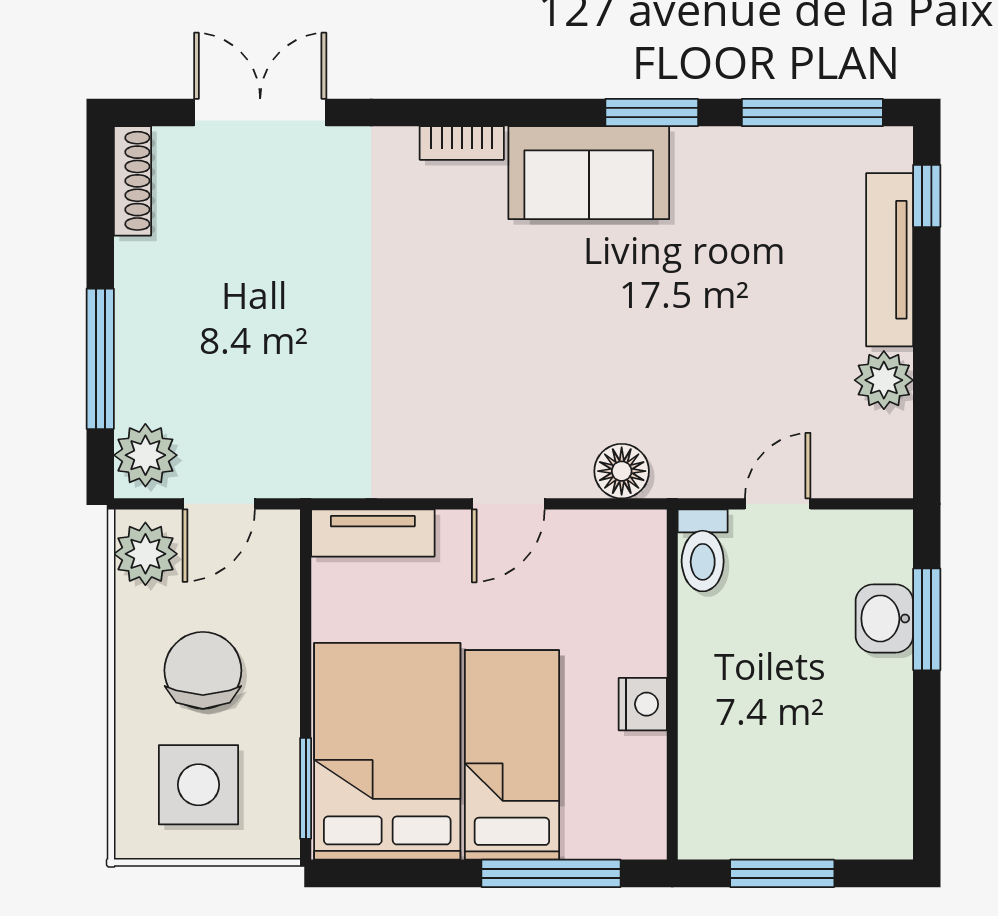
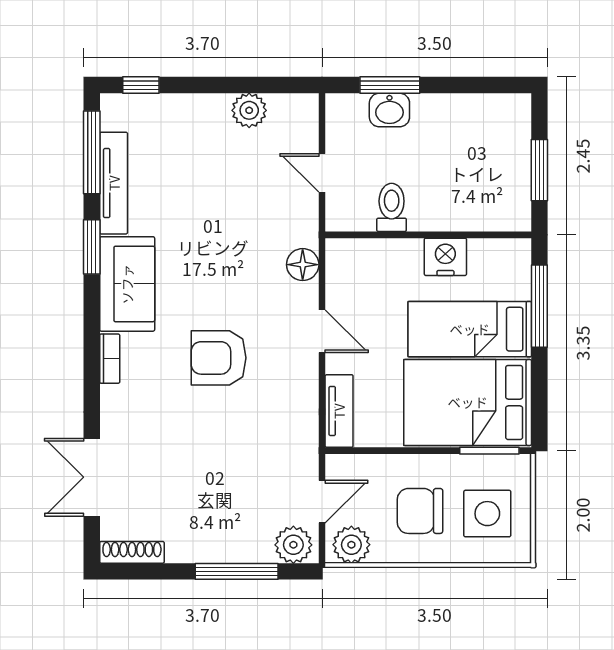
tv unit: (890, 260) -> (114, 183), moved, turned -90
armchair: (463, 328) -> (219, 358), added
door: (219, 504) -> (322, 502), hinge flipped
toilet: (703, 550) -> (392, 207), moved, turned -90
nightstand: (643, 704) -> (445, 257), width x1.36, depth x1.33

